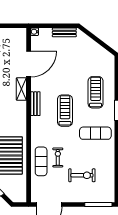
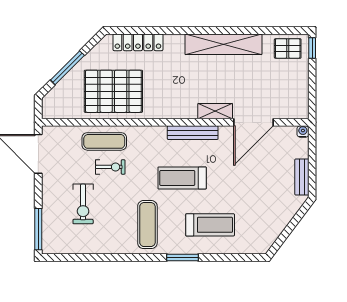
door: (29, 64) -> (254, 122), hinge flipped
bench: (35, 104) -> (193, 133), width x1.36
treadmill: (65, 111) -> (182, 178), turned 180

